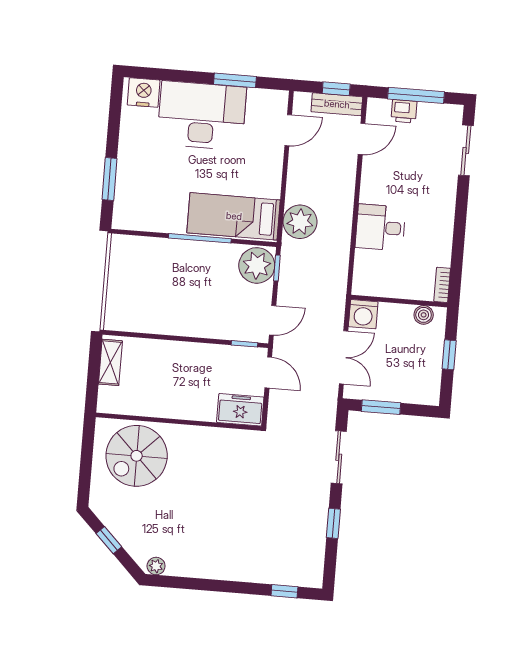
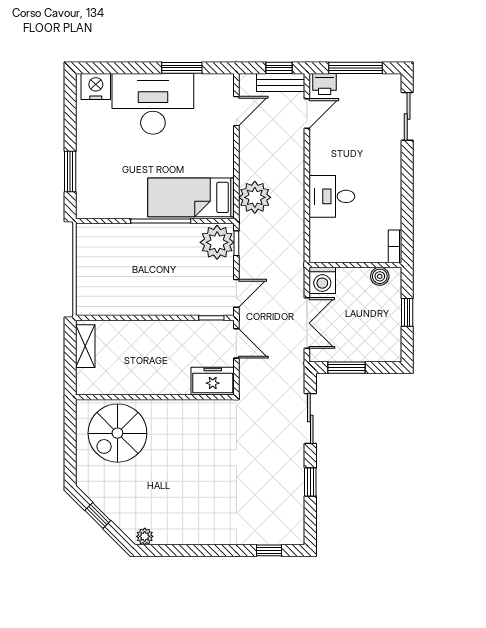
printer: (404, 111) -> (325, 84), moved

